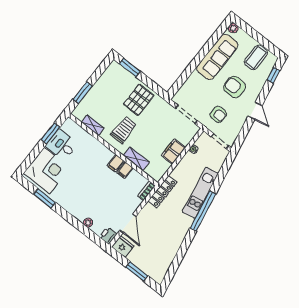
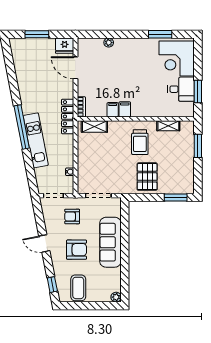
sofa: (217, 57) -> (110, 242), moved
filing cabinet: (173, 151) -> (85, 157), removed
shelving: (136, 159) -> (94, 127), moved
printer: (108, 236) -> (84, 45), removed

